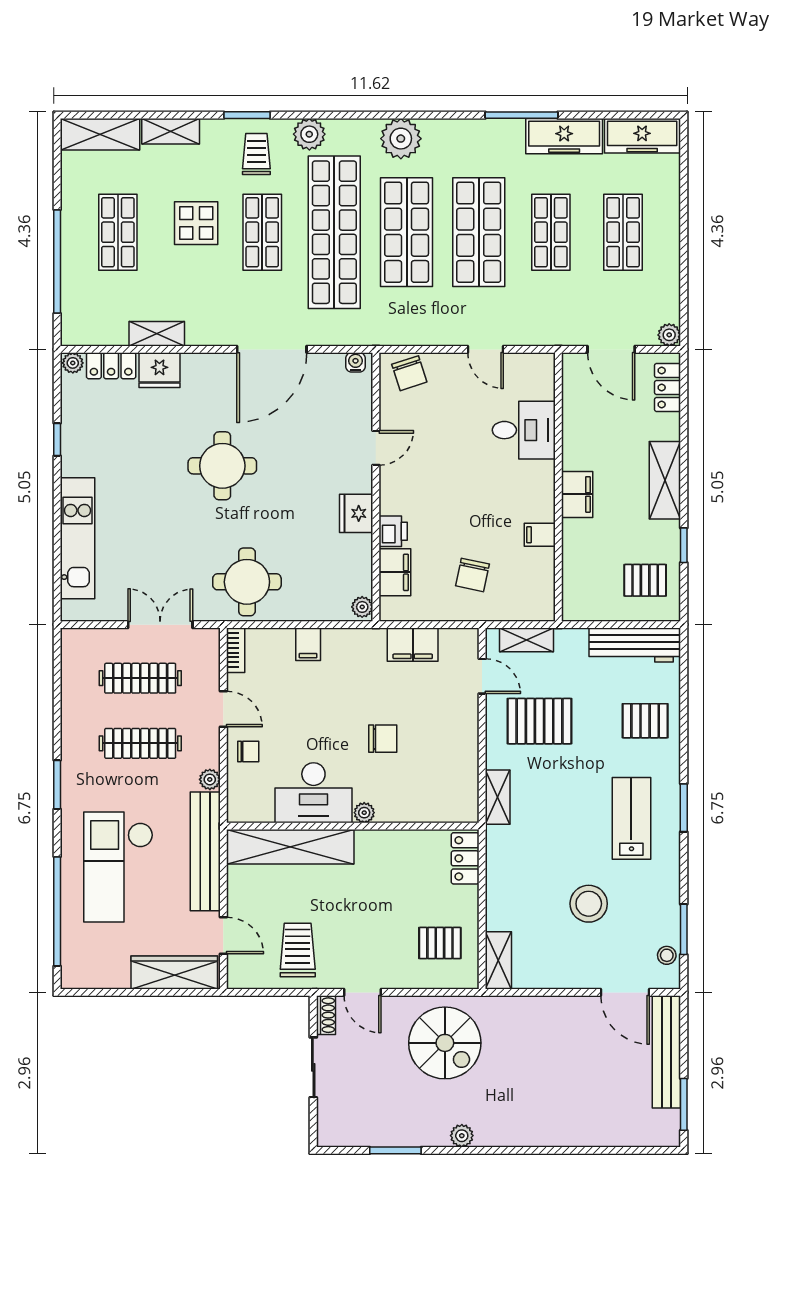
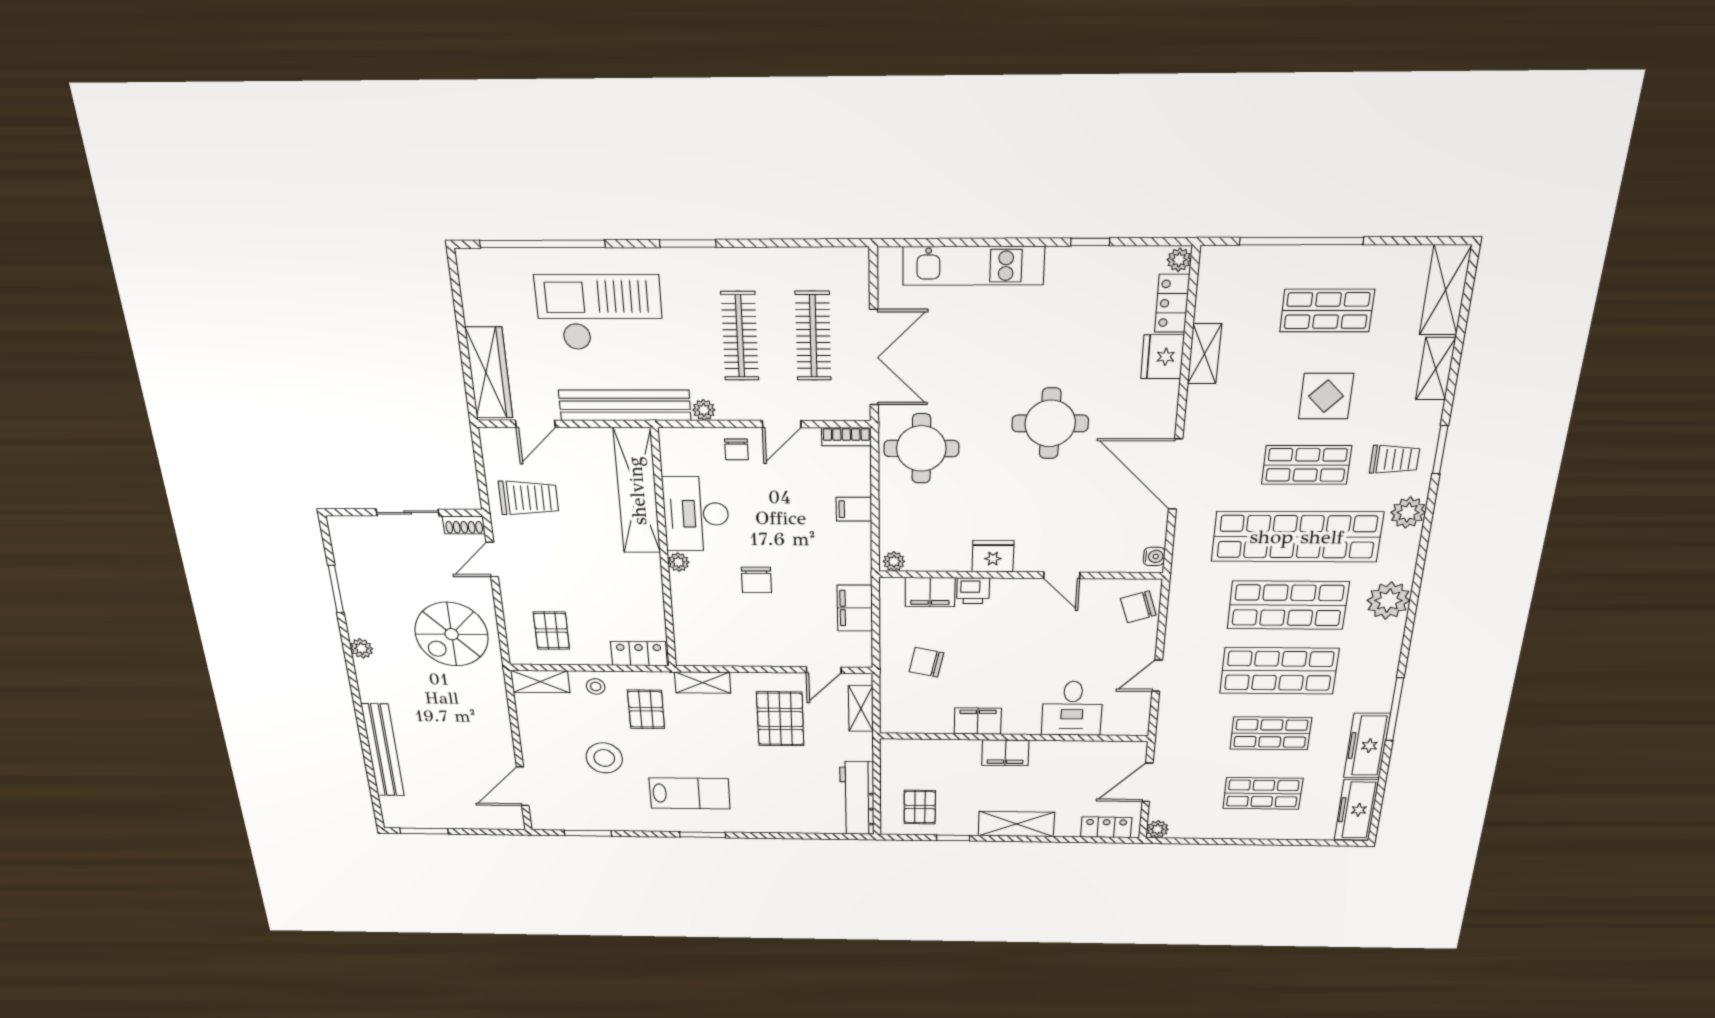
filing cabinet: (540, 535) -> (978, 721), width x2.00
double door: (160, 625) -> (874, 358), width x1.37
pallet: (645, 721) -> (646, 709), moved
stool: (667, 955) -> (596, 686), moved
bench: (666, 1052) -> (383, 750), moved, turned 90

